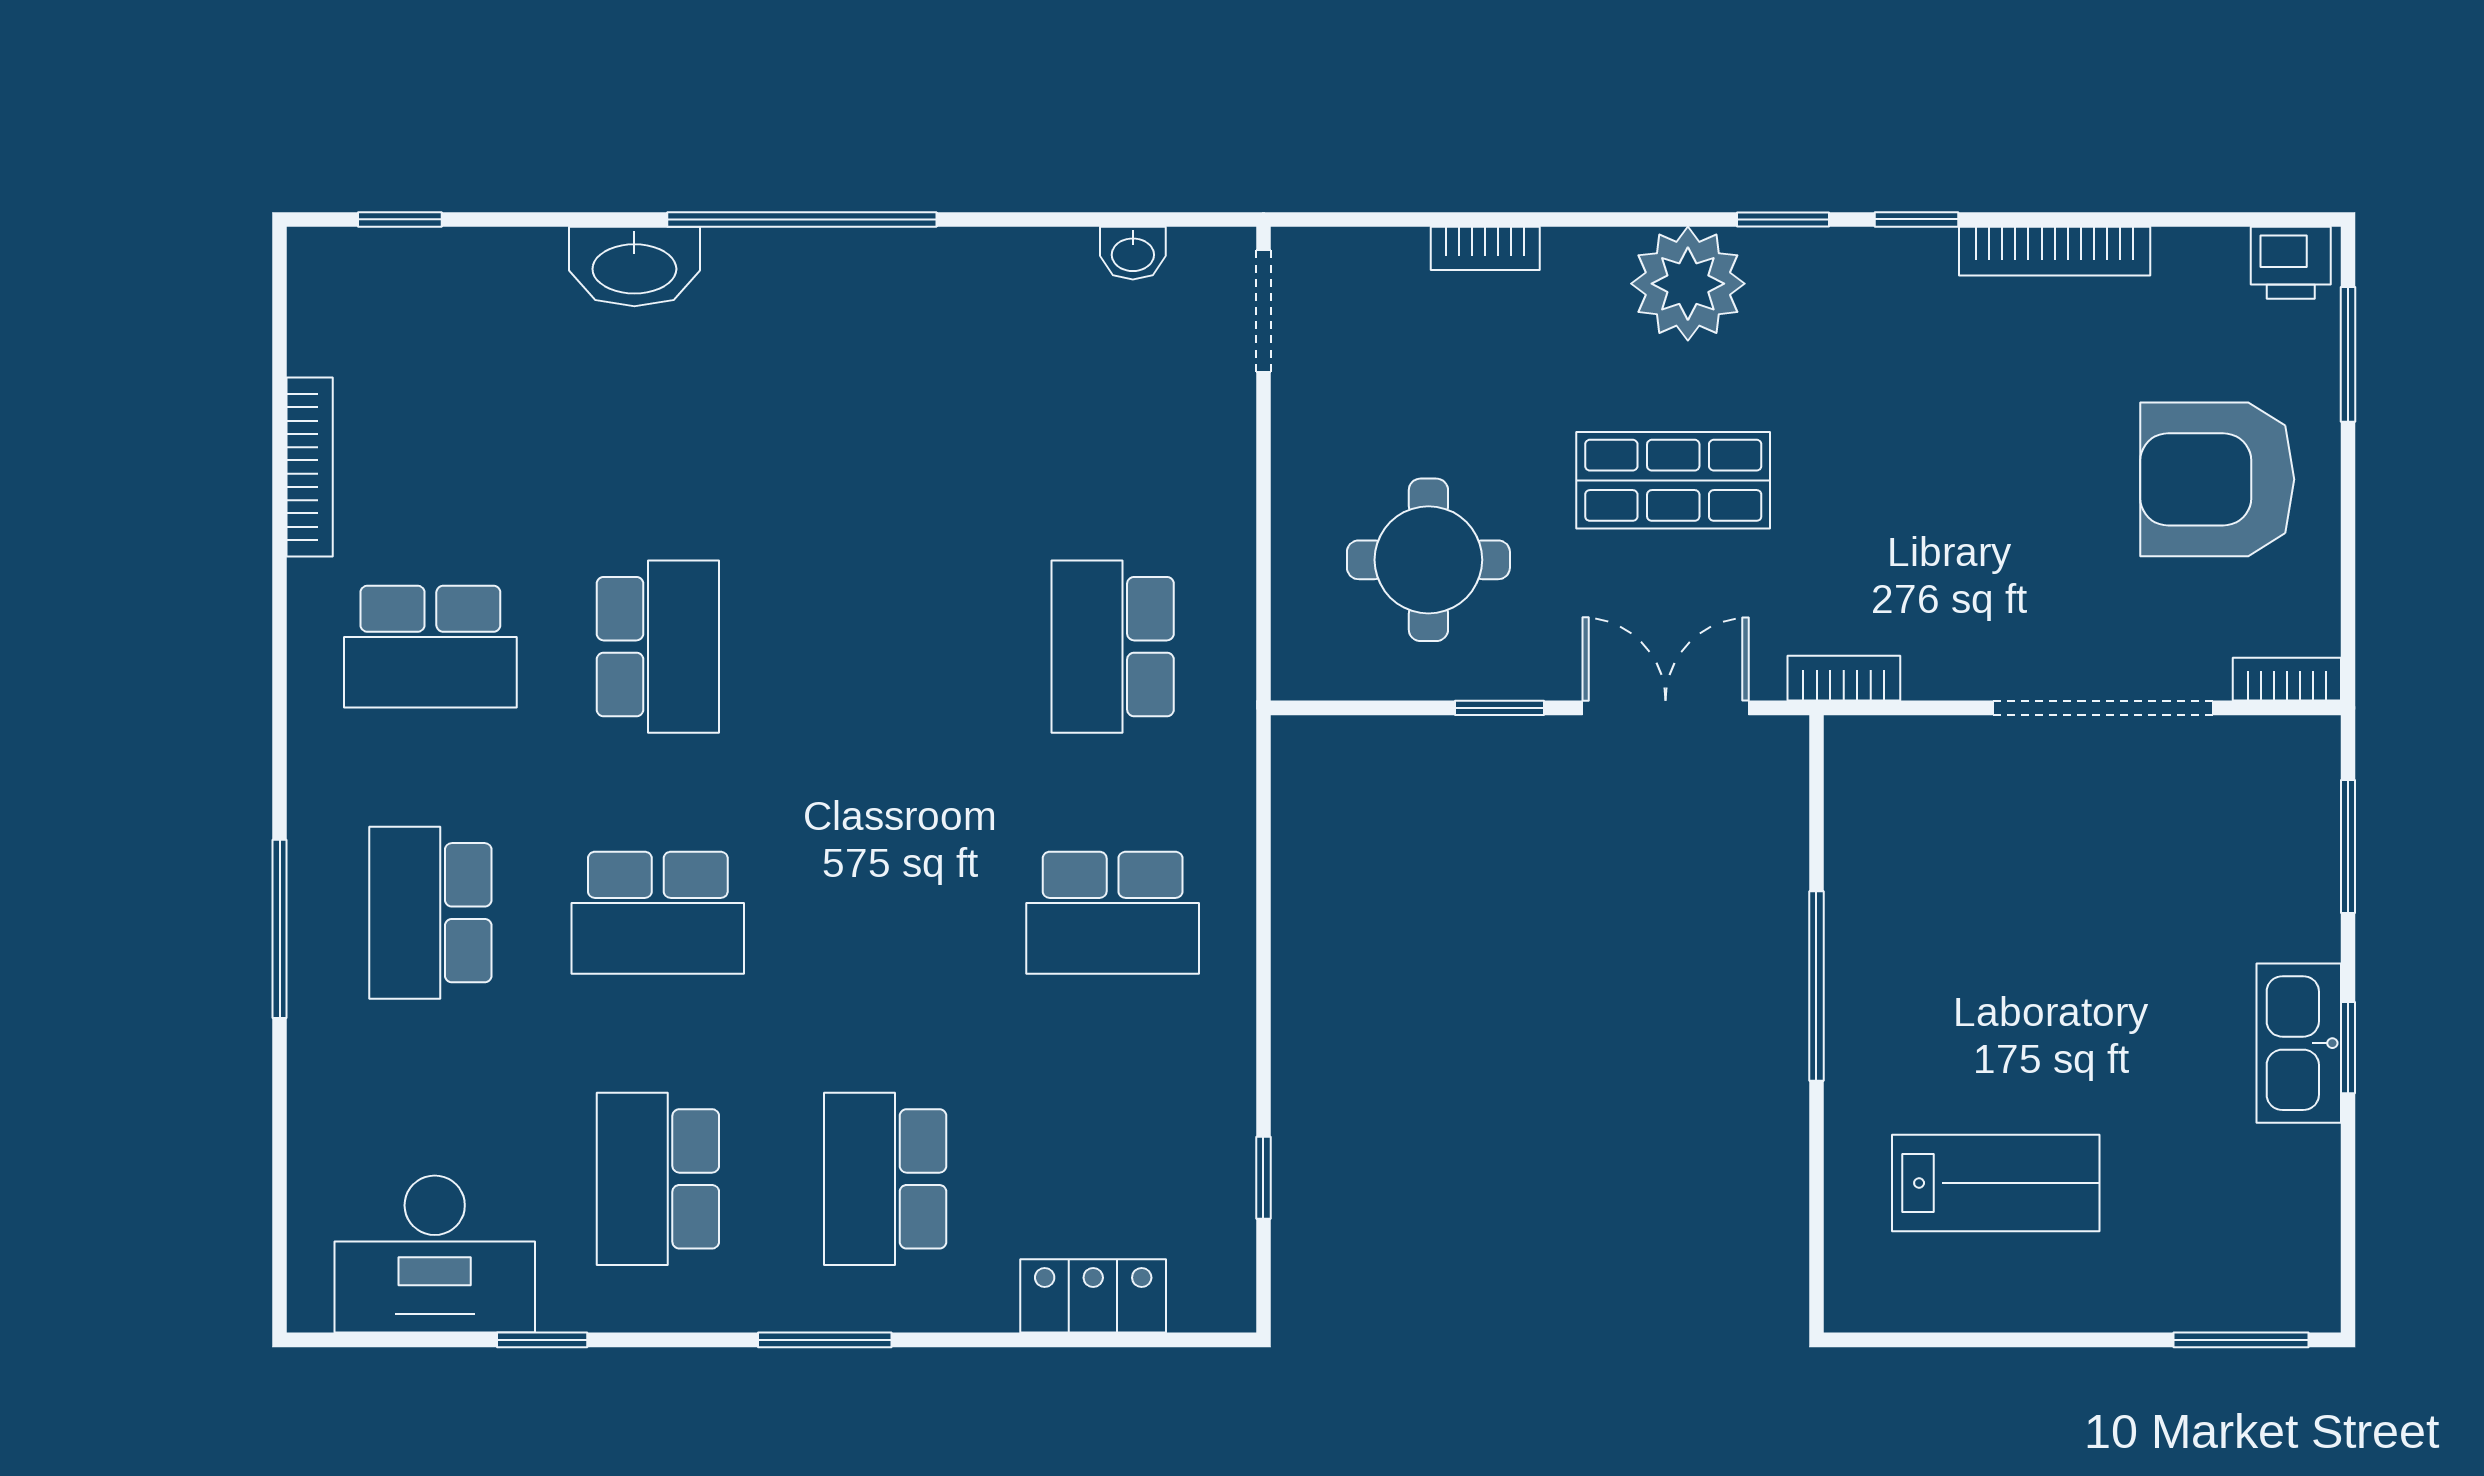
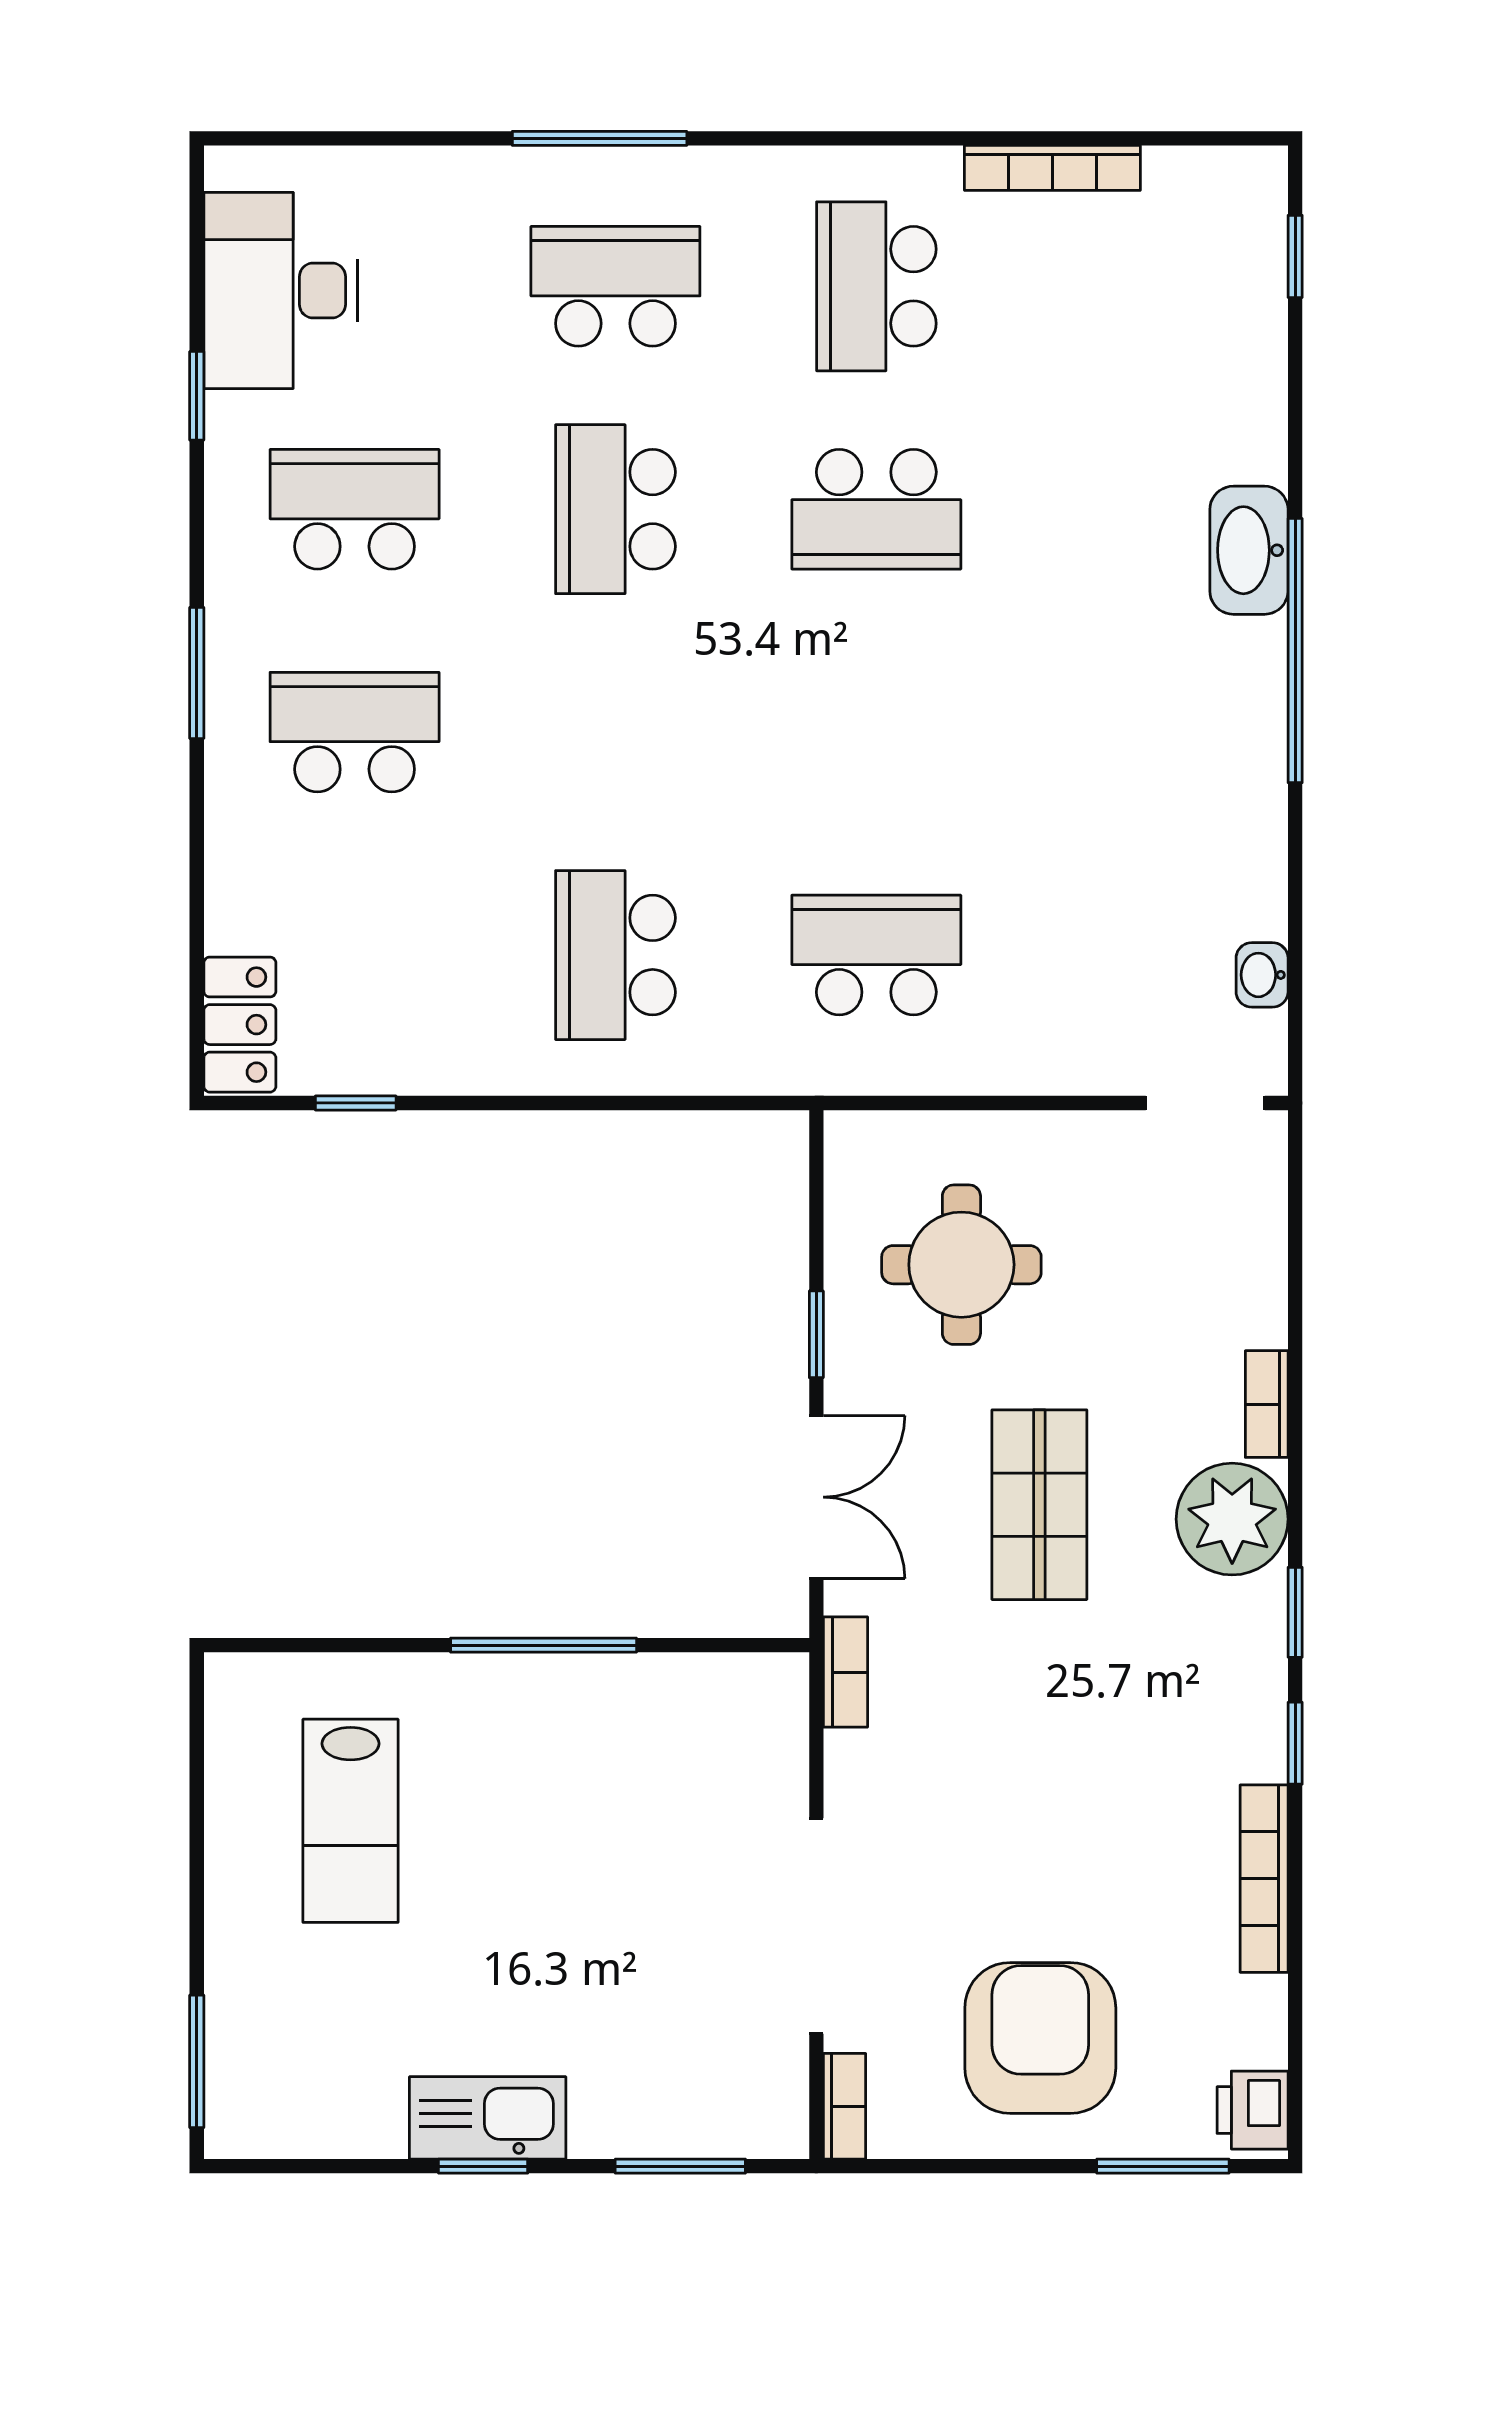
bookcase: (1485, 248) -> (1267, 1404), moved
washbasin: (634, 267) -> (1249, 550), moved
locker: (1093, 1296) -> (240, 1025), moved

